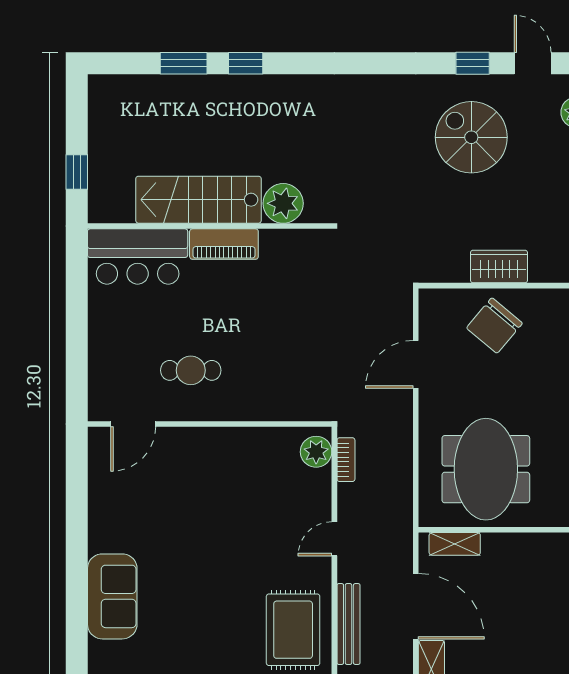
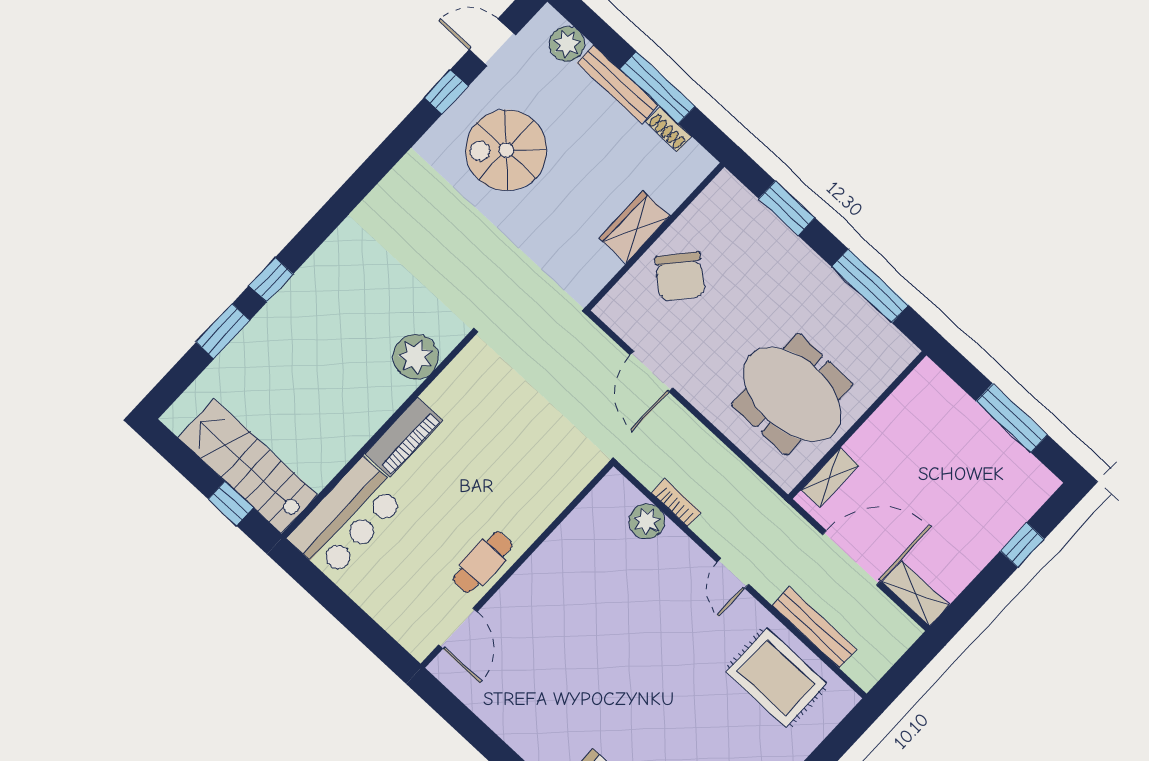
stairs: (198, 200) -> (248, 466), moved, turned 90
door: (133, 424) -> (458, 628), moved
wall: (210, 424) -> (517, 565), moved

